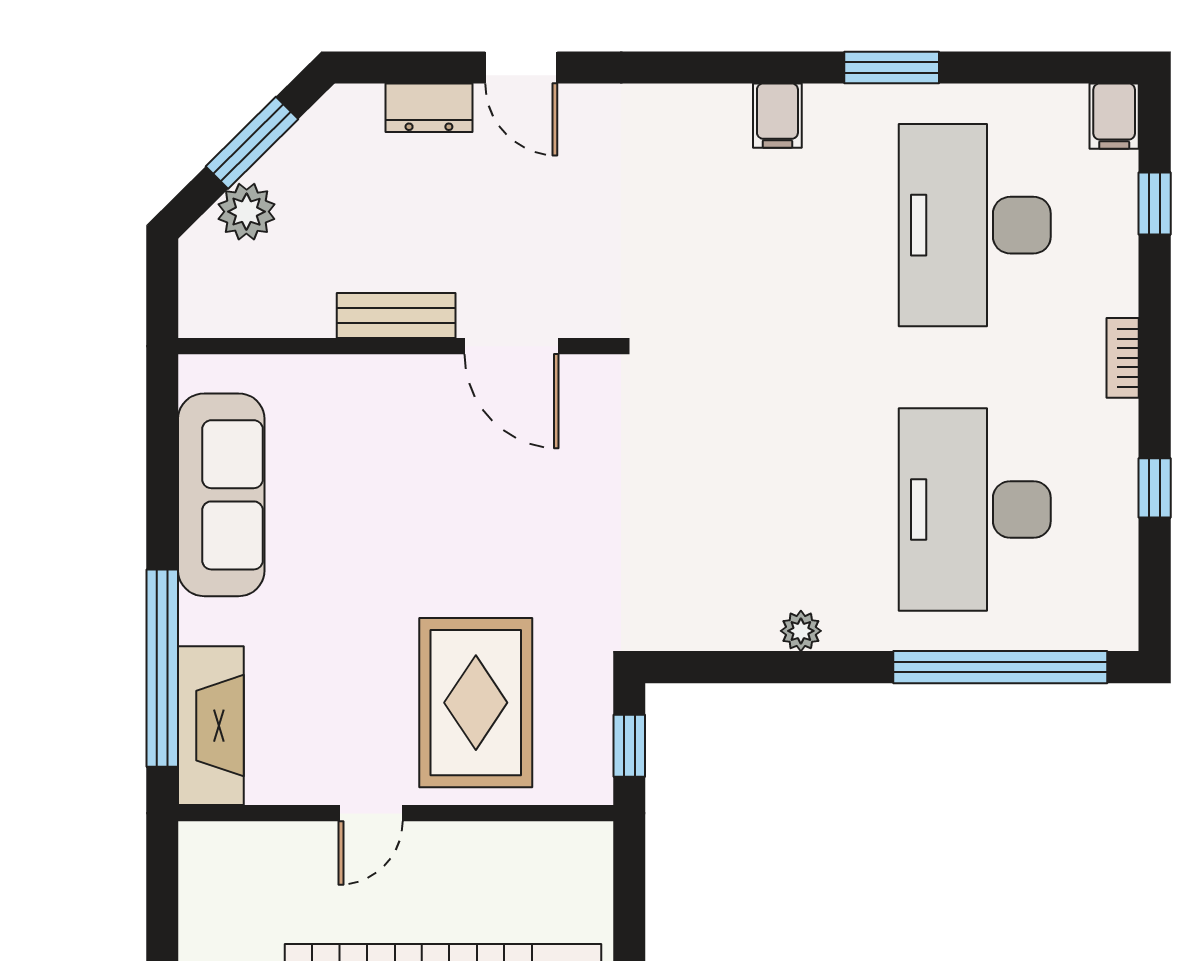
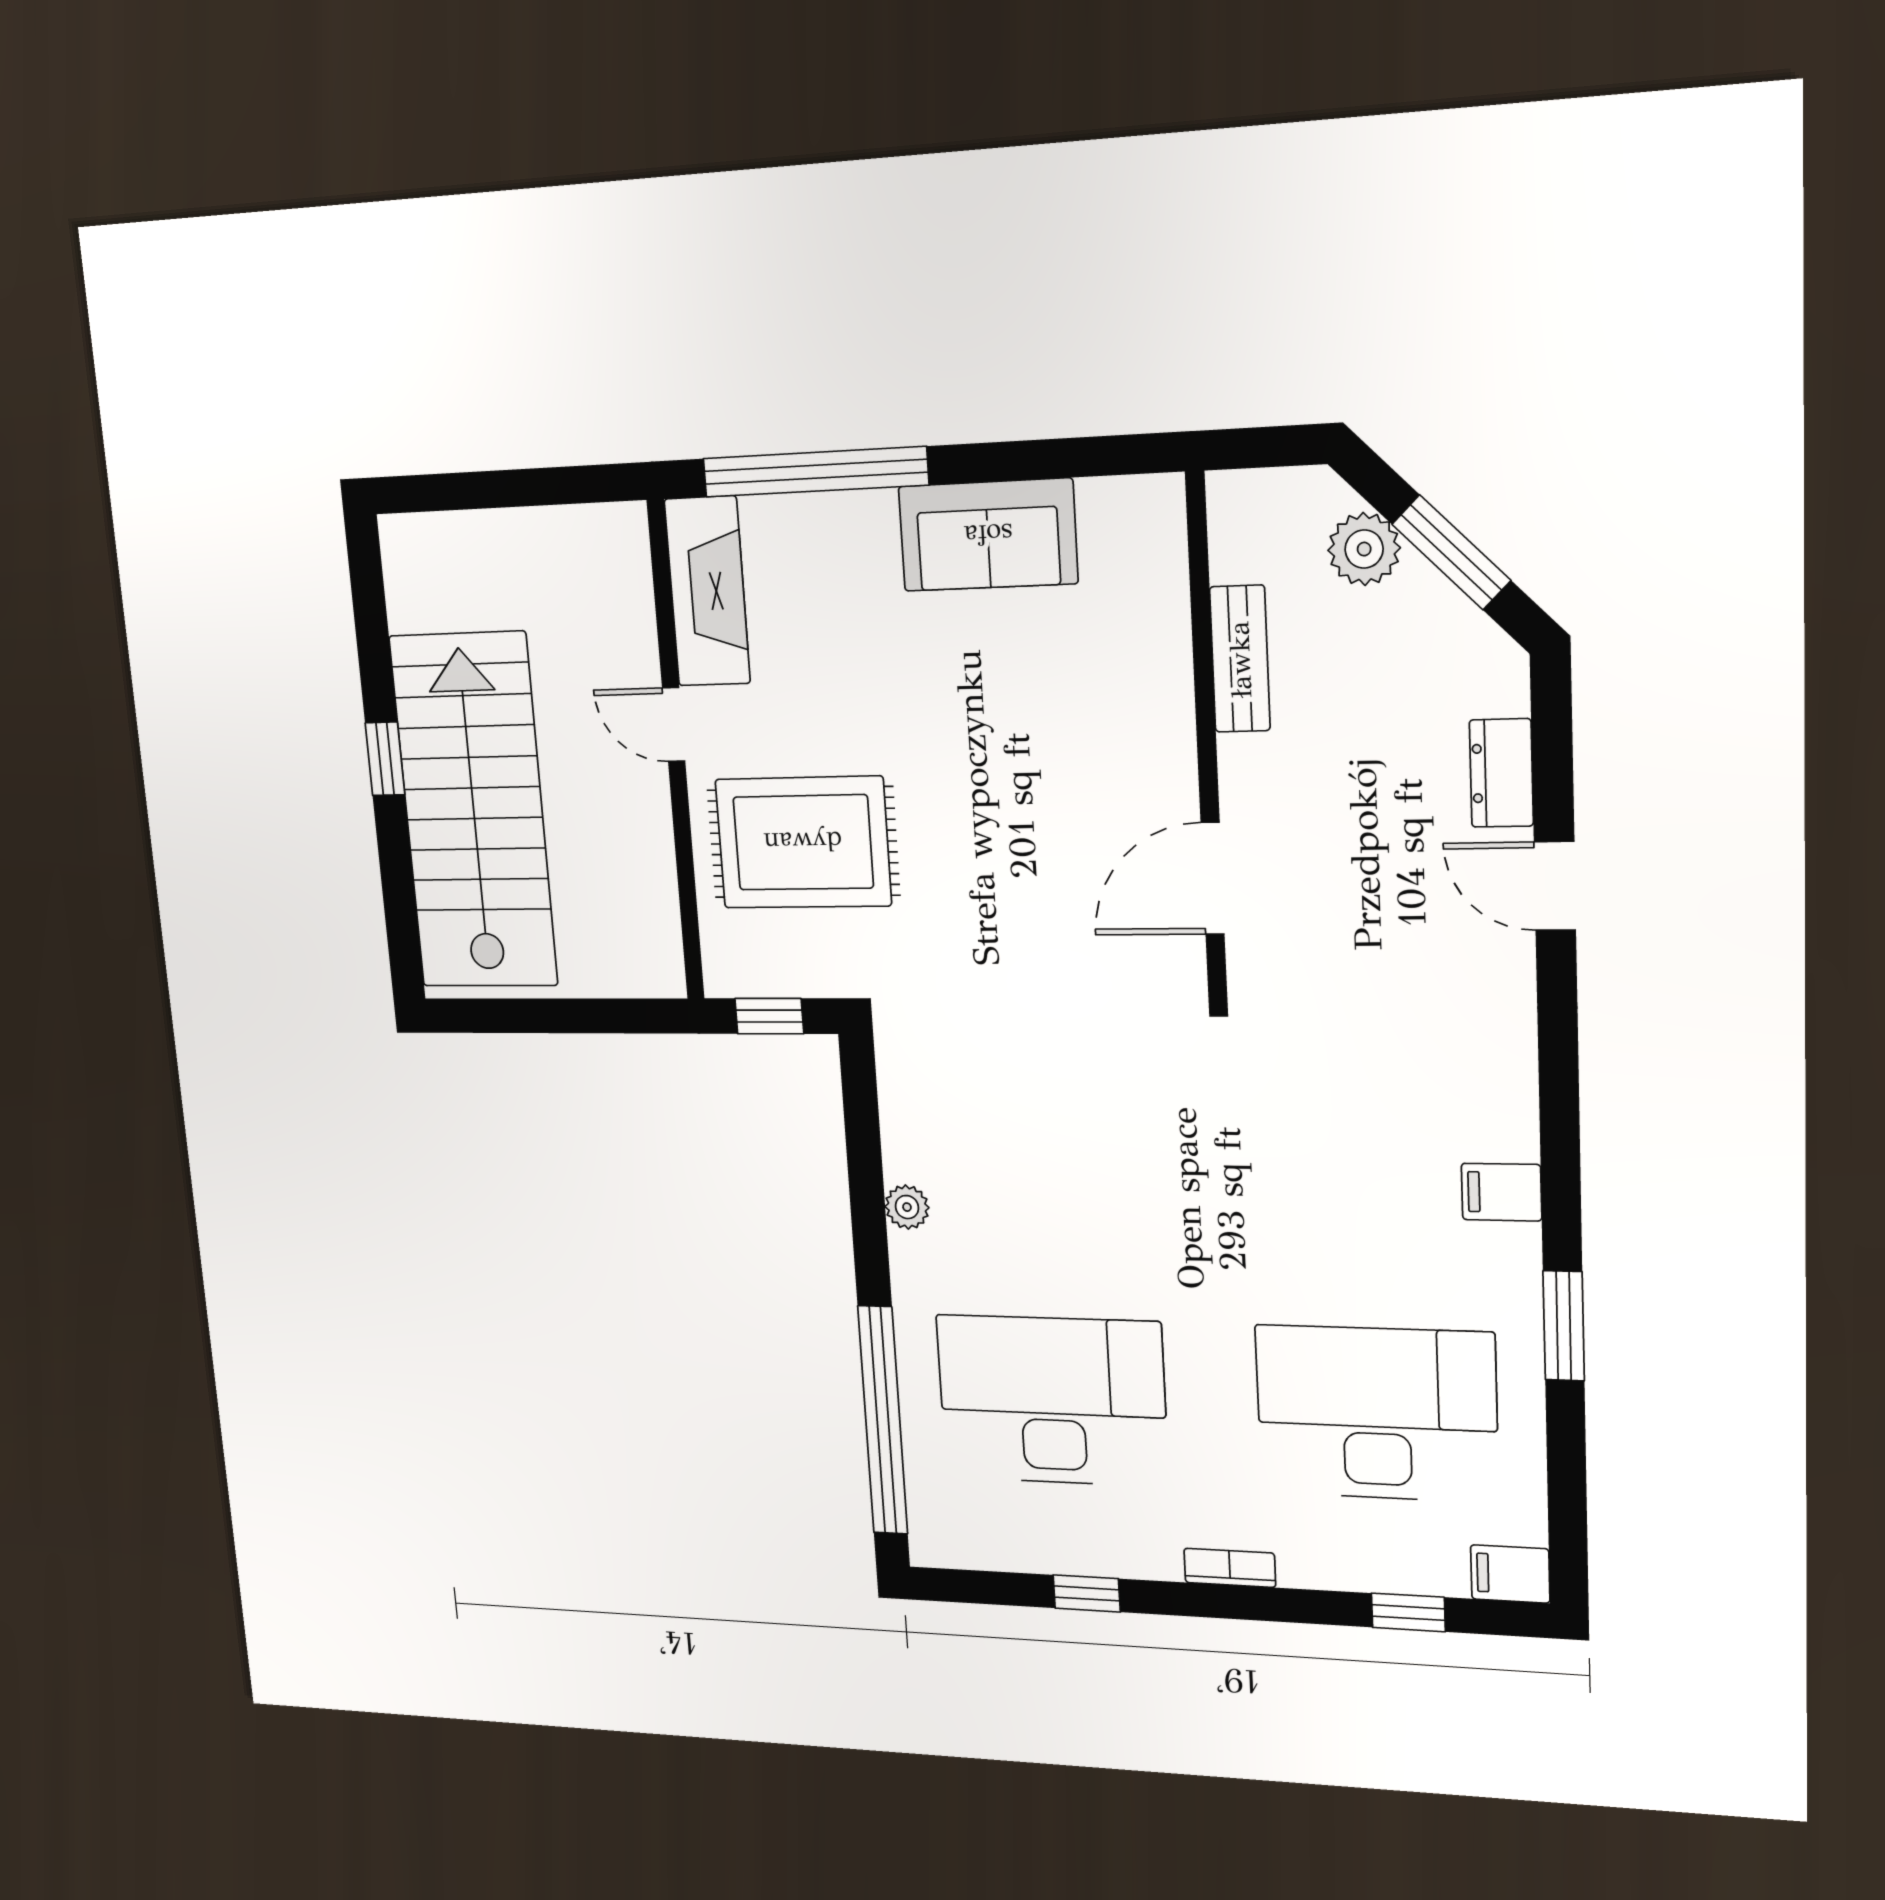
door: (521, 67) -> (1555, 886), hinge flipped
bench: (396, 316) -> (1240, 659), moved
sofa: (221, 495) -> (988, 535), width x0.73
fireplace: (211, 726) -> (707, 591), moved, turned -90

